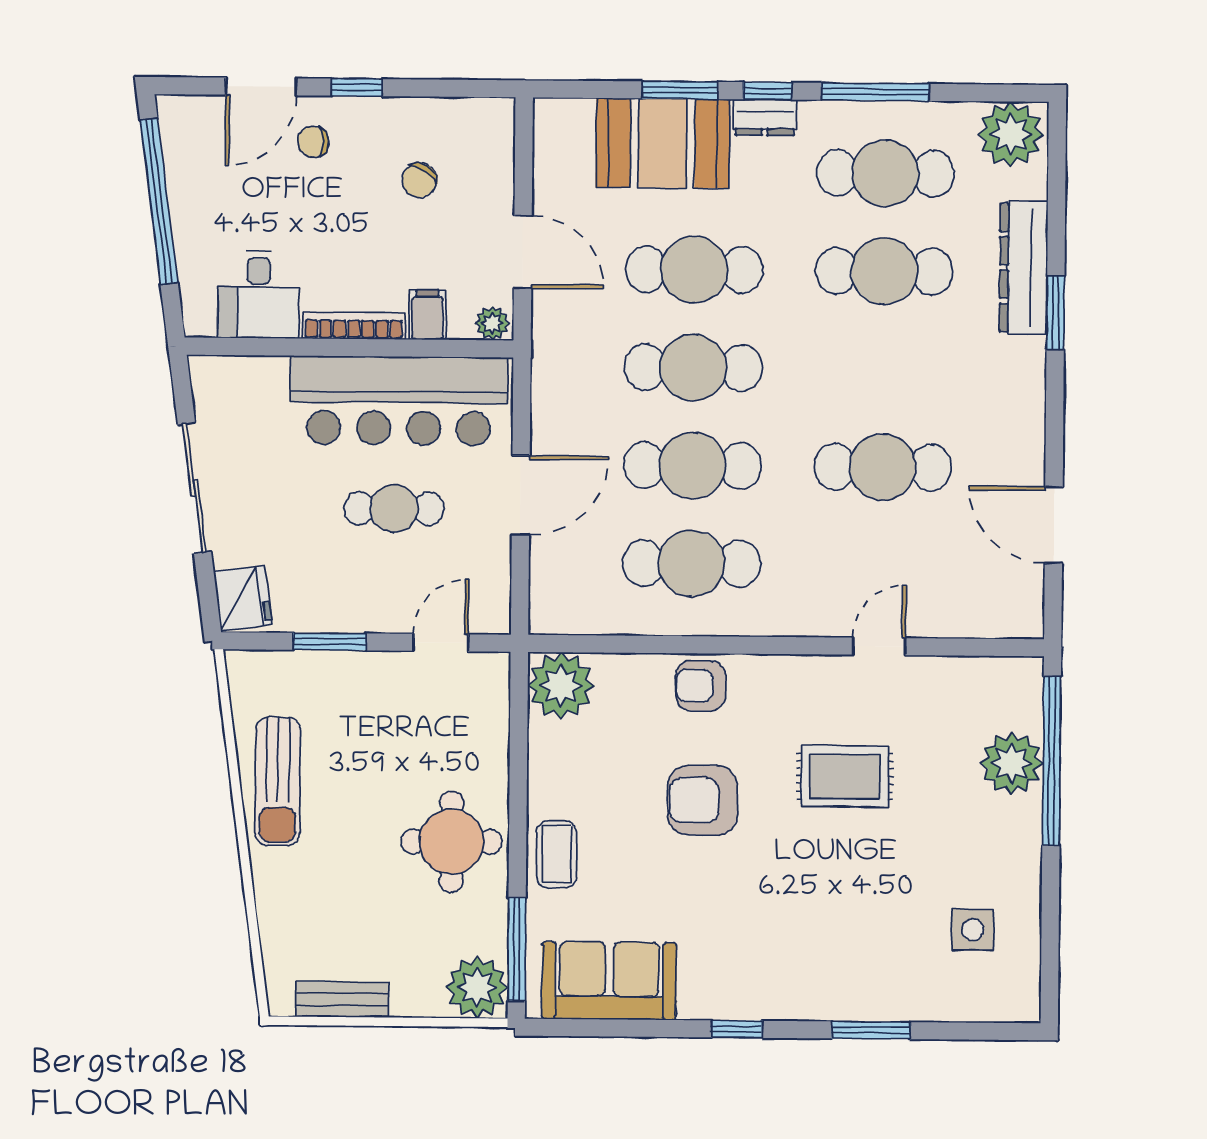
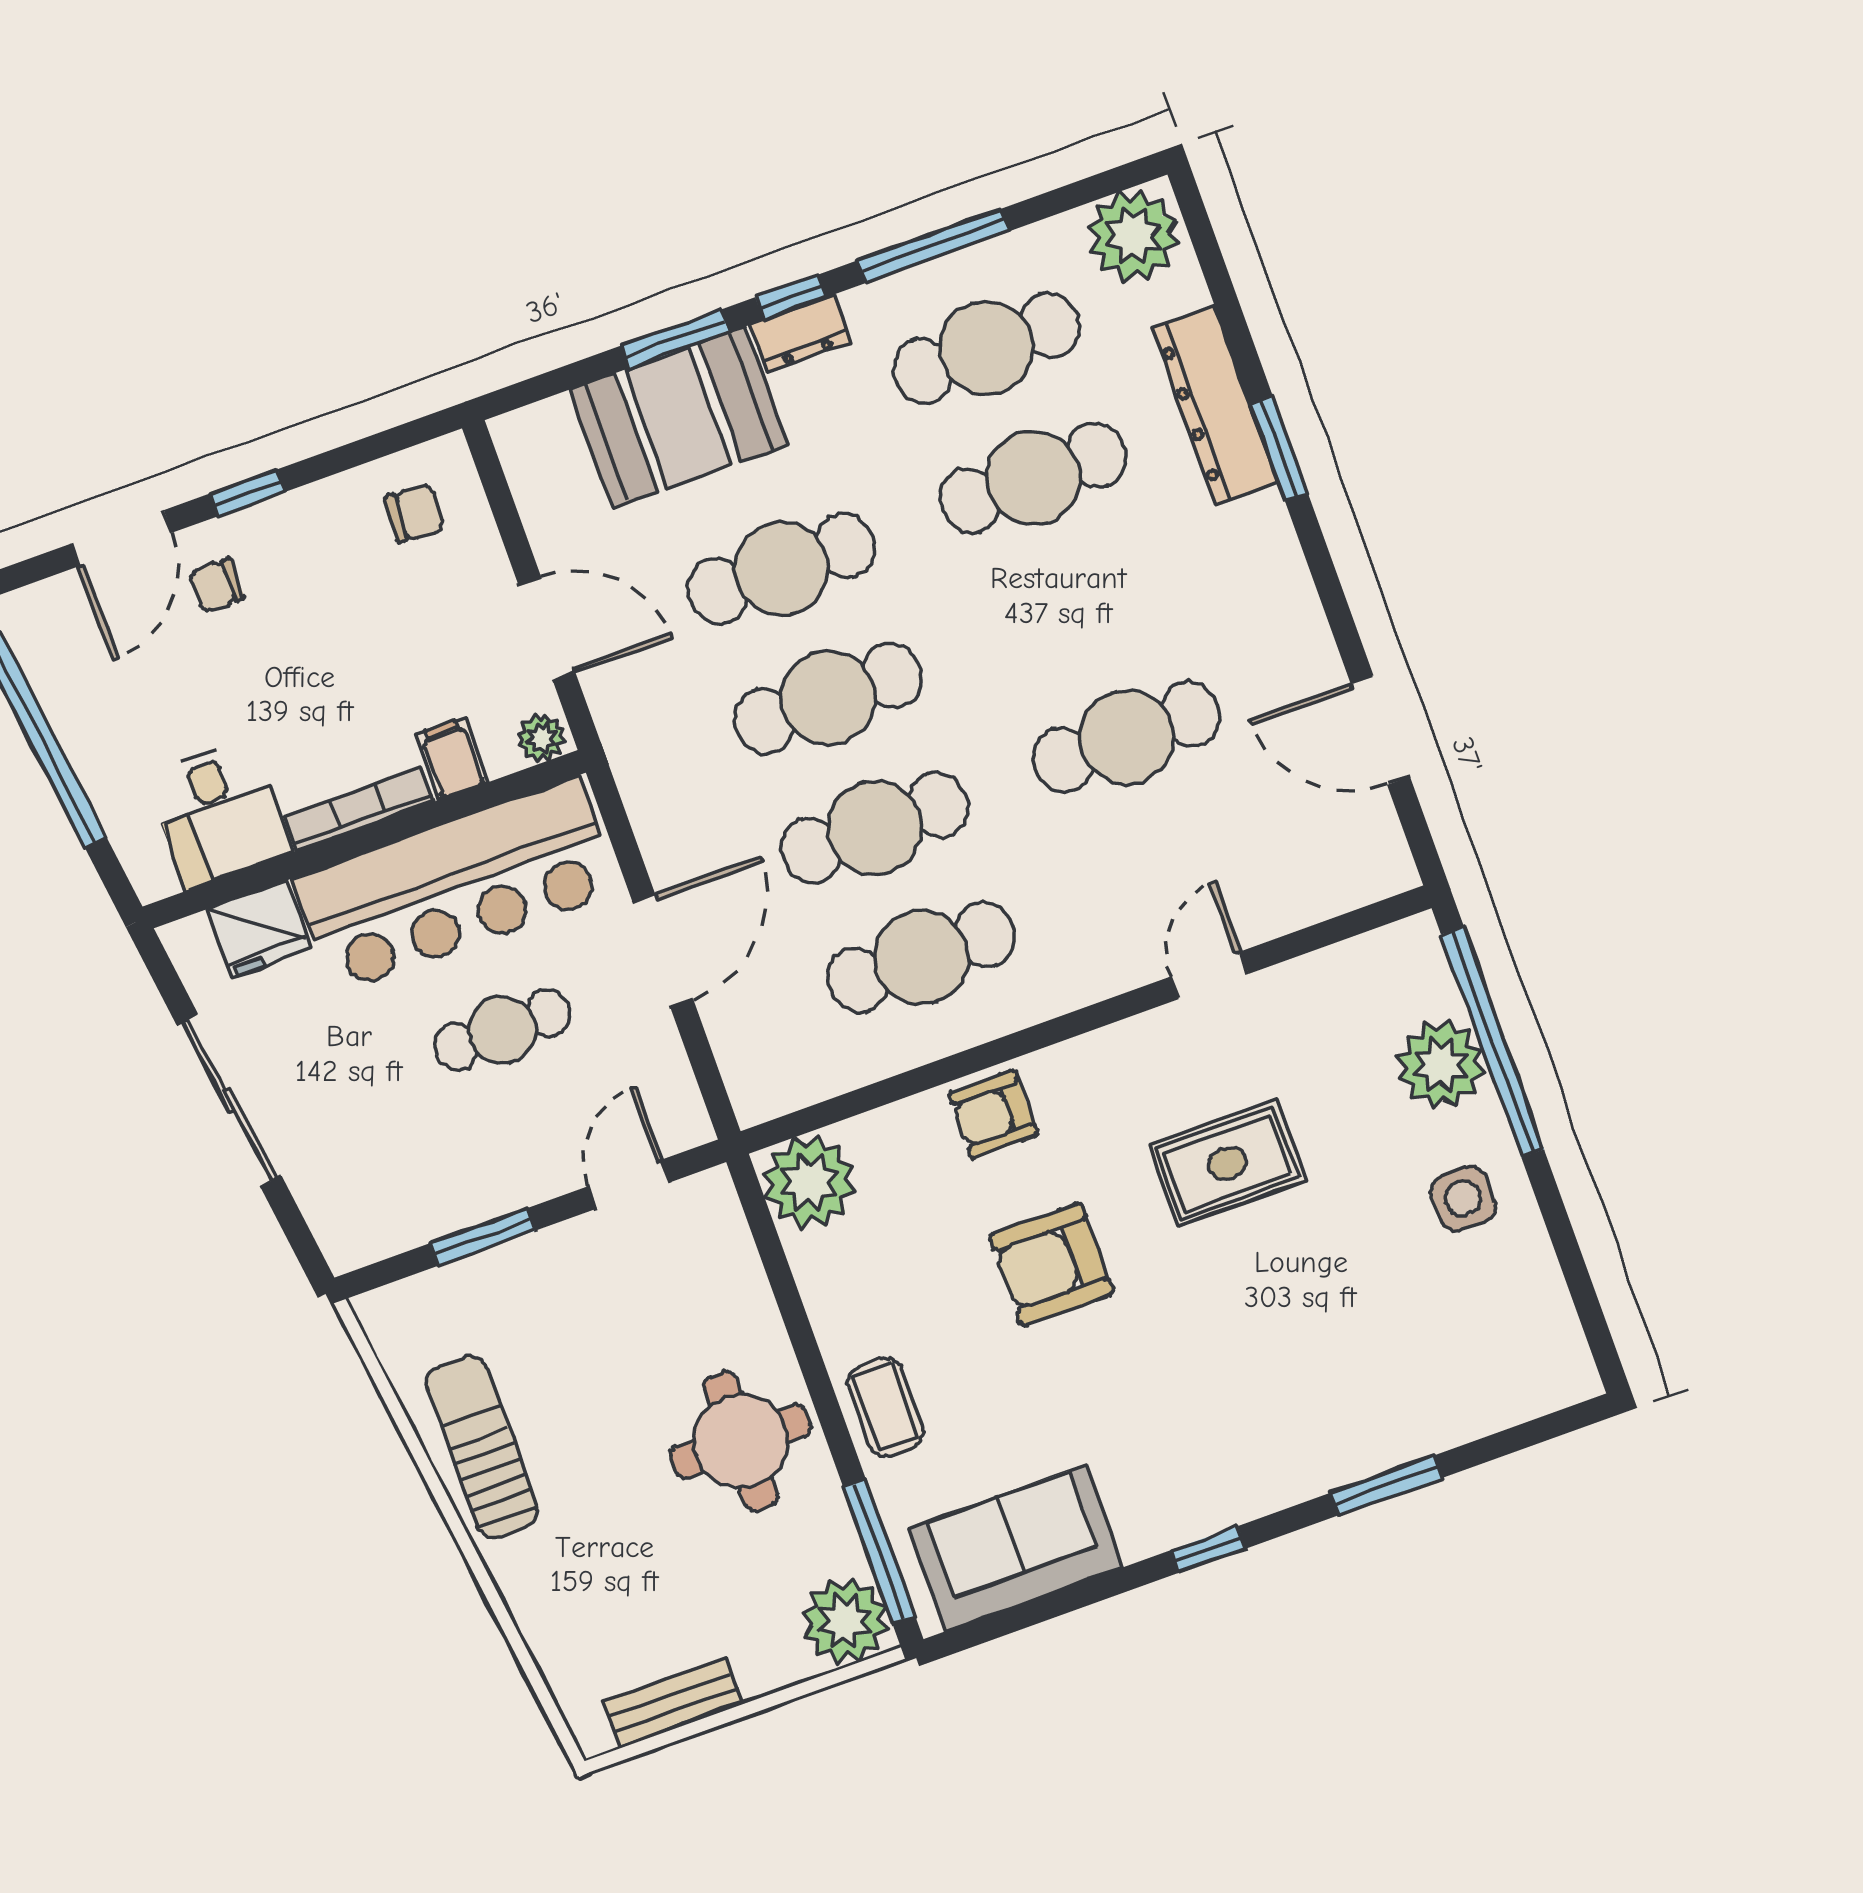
chair: (419, 180) -> (415, 513), moved, turned -119
fridge: (243, 598) -> (259, 929), moved, turned 98
sun lounger: (278, 781) -> (482, 1447), turned 180
side table: (973, 930) -> (1463, 1199), moved

